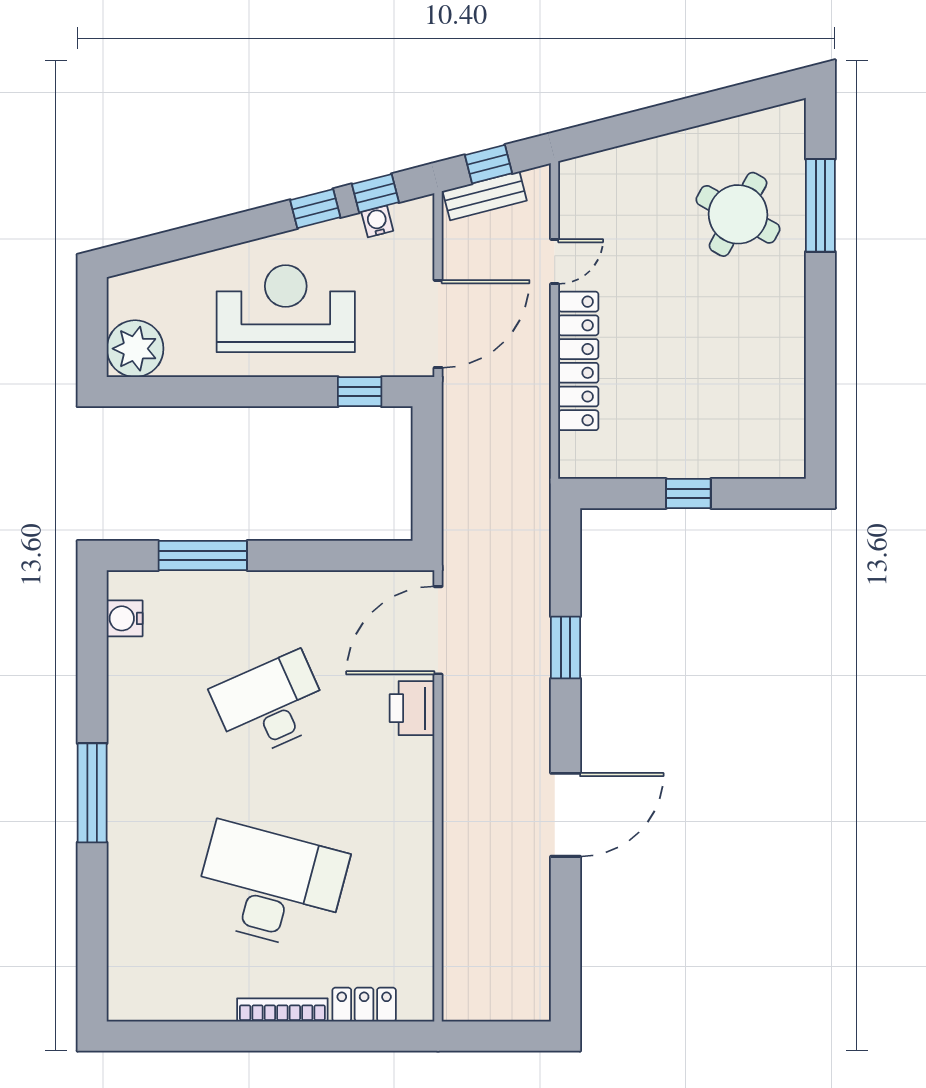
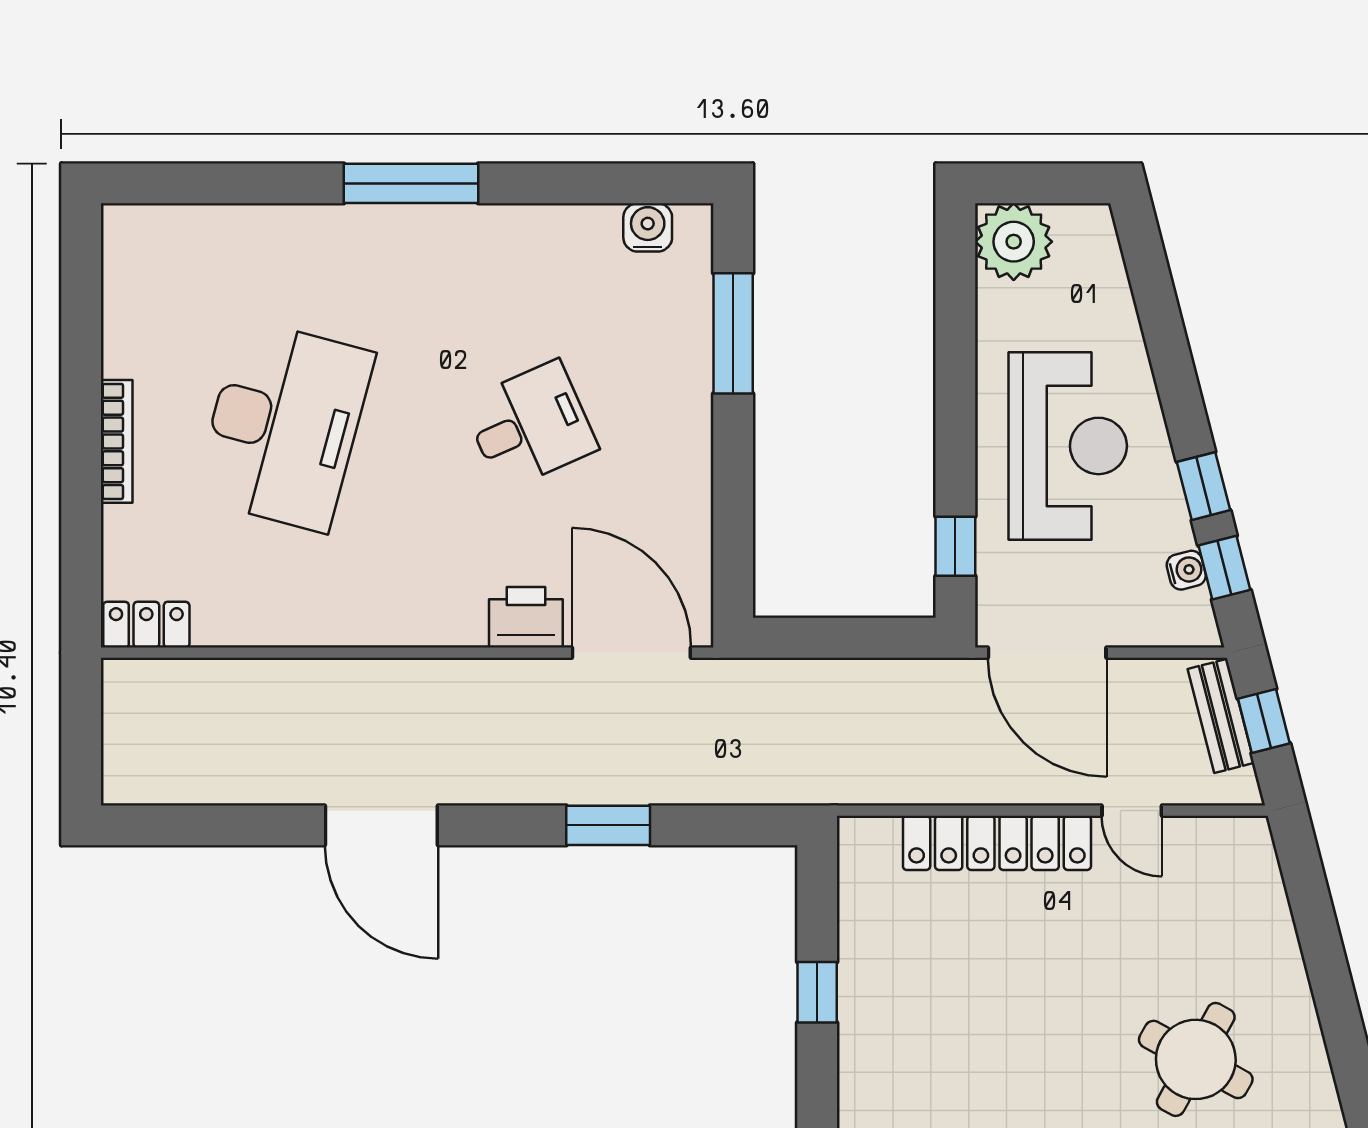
desk: (271, 705) -> (530, 425), width x0.73
locker: (364, 1005) -> (146, 625), moved, turned -90

